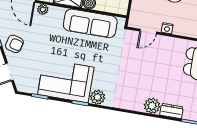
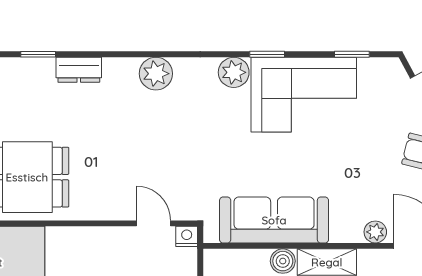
nightstand: (167, 28) -> (187, 236), moved
door: (148, 32) -> (153, 223), hinge flipped
plant: (152, 106) -> (156, 74), moved

